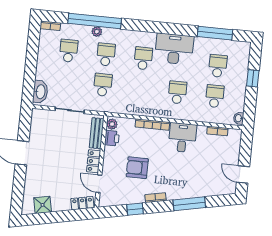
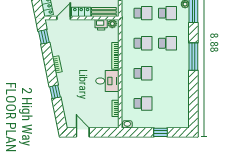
window: (215, 33) -> (193, 57), moved
desk: (174, 49) -> (178, 67), removed
school desk: (218, 66) -> (143, 43), moved
armchair: (137, 168) -> (80, 47), removed
door: (243, 174) -> (83, 132), hinge flipped
window: (189, 204) -> (55, 92), width x0.46
window: (135, 209) -> (44, 37), moved

